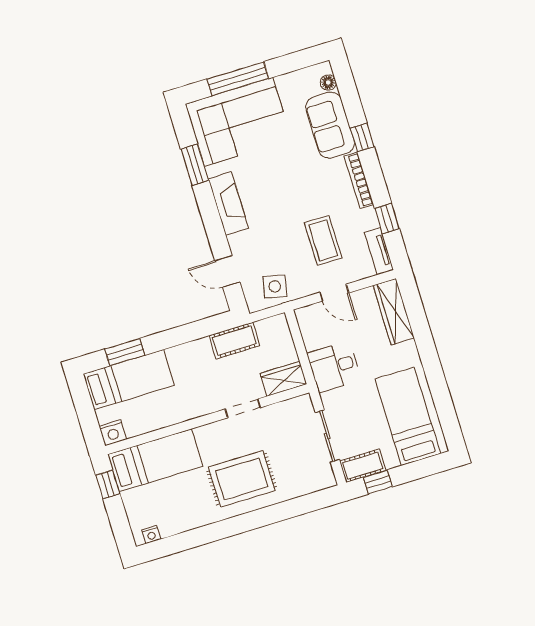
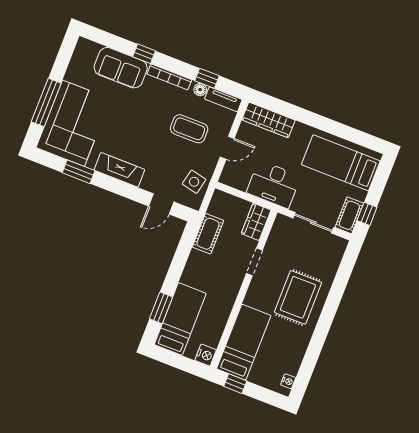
floor lamp: (328, 82) -> (200, 90), moved
desk: (334, 367) -> (274, 184), width x1.37

